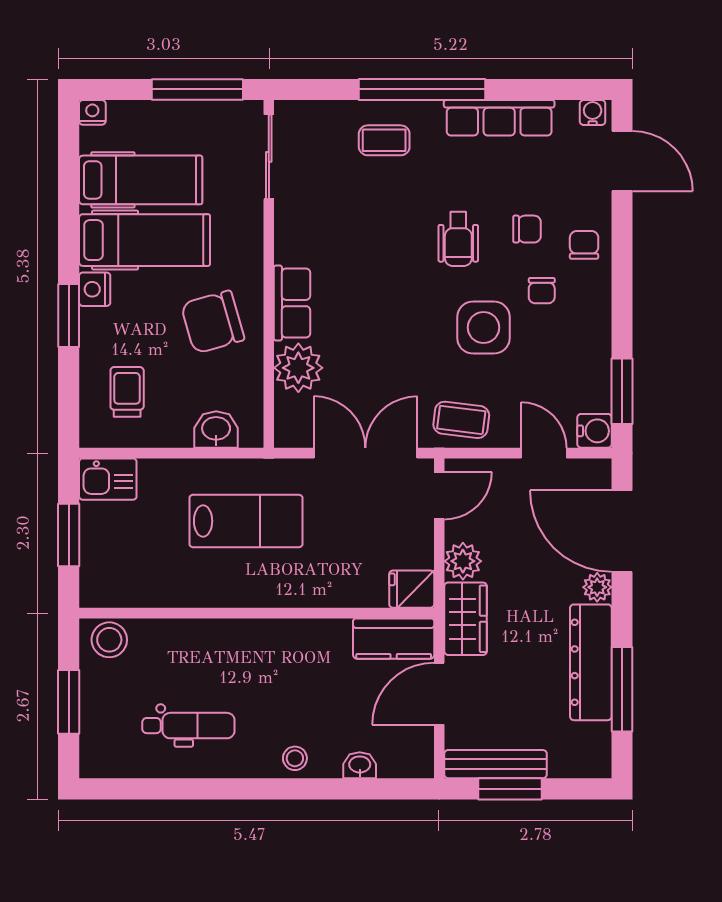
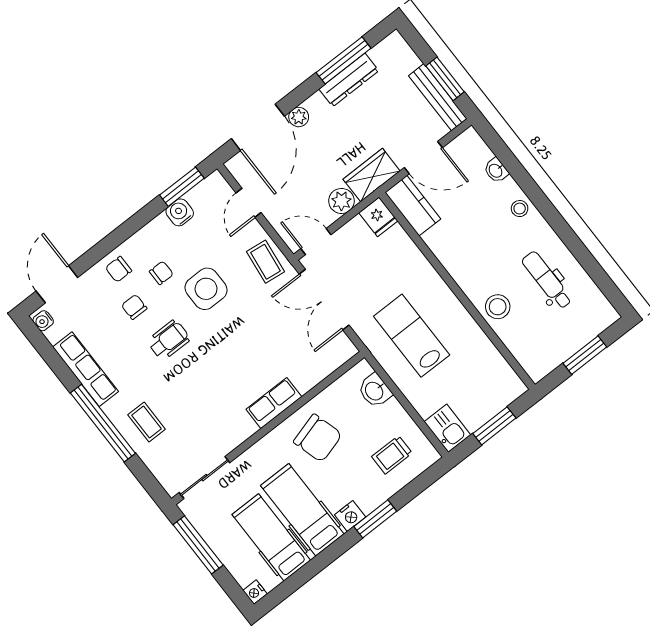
plant: (298, 368) -> (306, 372), removed
water cooler: (594, 431) -> (180, 212), moved
stool: (109, 640) -> (498, 307), moved
dresser: (591, 662) -> (349, 80), width x0.73, depth x0.80

